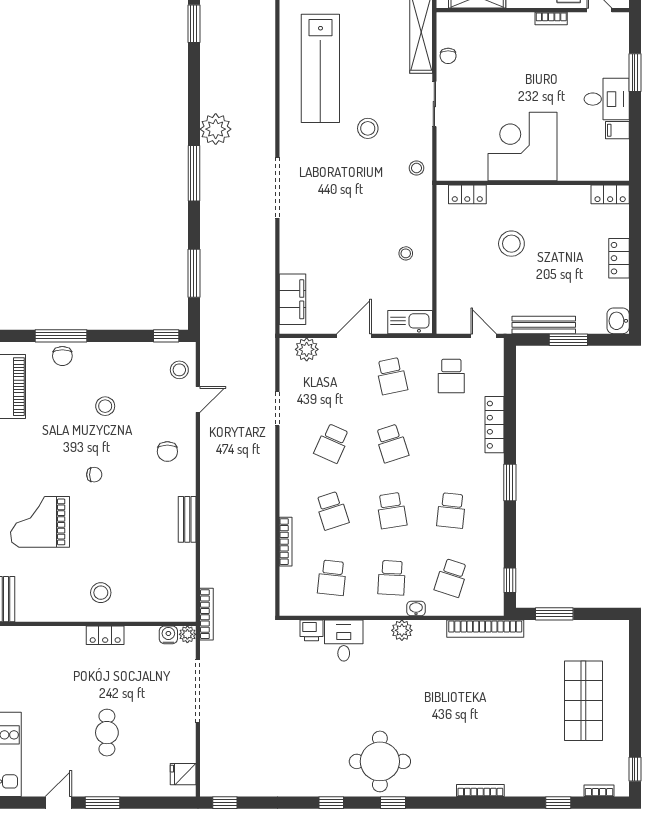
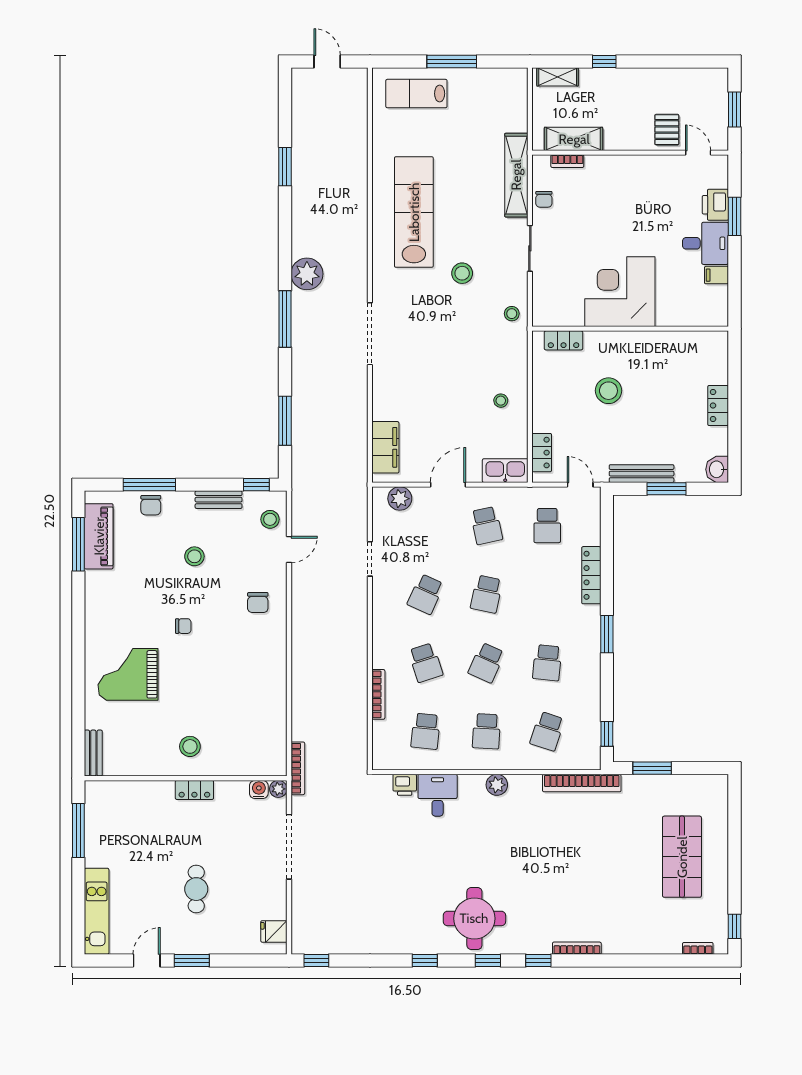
bookcase: (551, 18) -> (567, 161), moved
printer: (616, 61) -> (715, 205), added
lab bench: (320, 68) -> (414, 212), turned 180
locker: (610, 194) -> (542, 453), moved, turned -90
school desk: (392, 443) -> (486, 594), turned 30
school desk: (392, 510) -> (486, 663), turned 33
bench: (187, 519) -> (219, 500), moved, turned 90
washbasin: (416, 609) -> (511, 763), removed
window: (558, 803) -> (538, 960), moved

